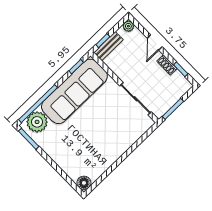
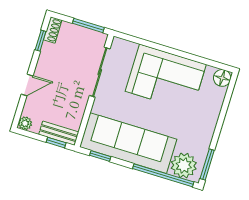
shoe rack: (167, 65) -> (53, 30), moved
corner sofa: (106, 143) -> (166, 78), added

